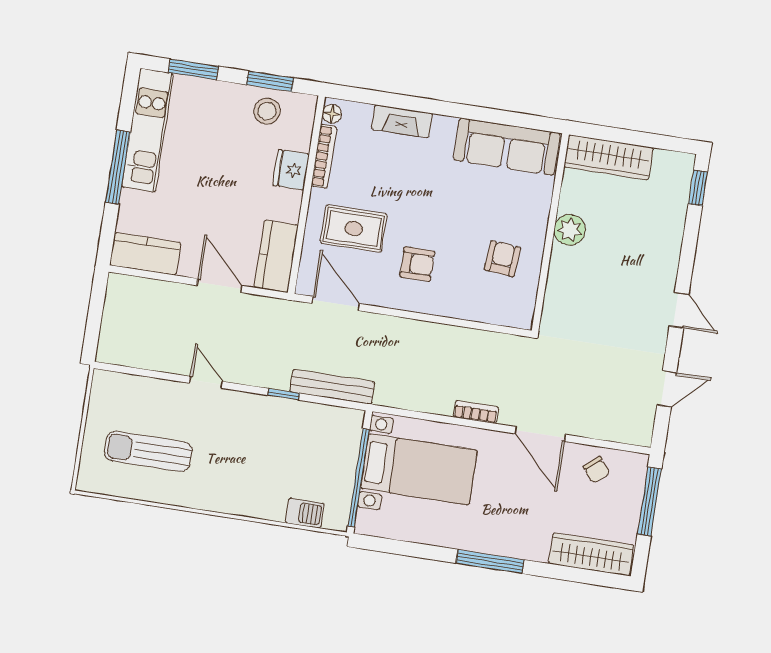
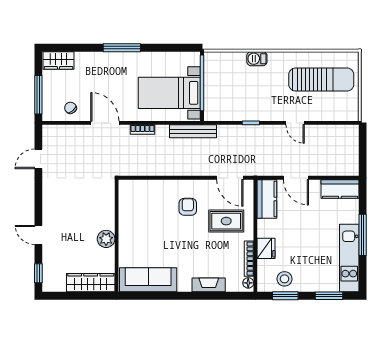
armchair: (502, 259) -> (141, 217), removed
armchair: (417, 264) -> (188, 207), turned 90
door: (679, 310) -> (38, 235), moved
bench: (332, 387) -> (193, 131), moved
sun lounger: (148, 451) -> (321, 80), width x1.36, depth x1.34
barbecue: (305, 513) -> (257, 59), moved
wardrobe: (591, 554) -> (58, 60), width x0.67

